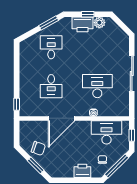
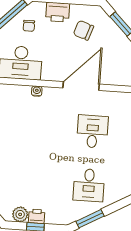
printer: (83, 24) -> (37, 216), width x0.53, depth x0.68
desk: (97, 86) -> (29, 127), removed
chair: (38, 148) -> (83, 30), moved

